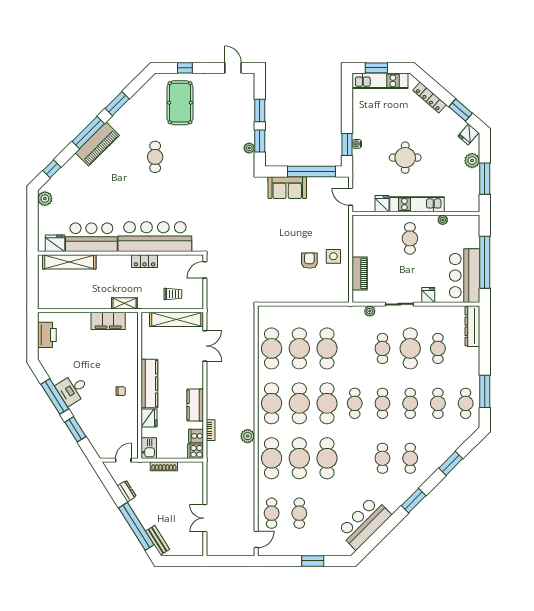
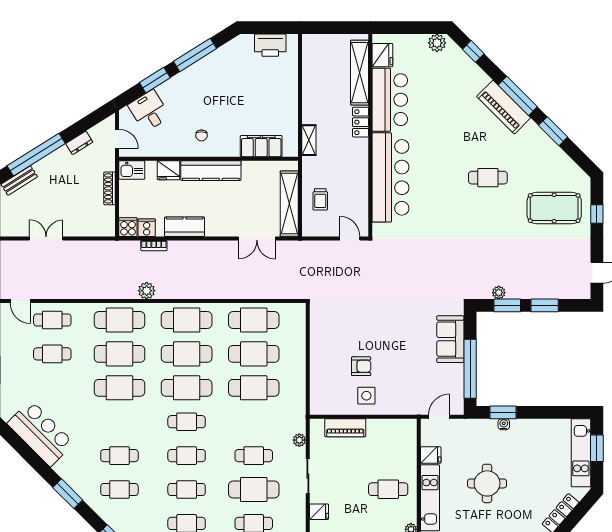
locker: (145, 261) -> (361, 122), moved
filing cabinet: (108, 321) -> (261, 146), moved, turned 90
desk: (73, 389) -> (149, 111), moved

